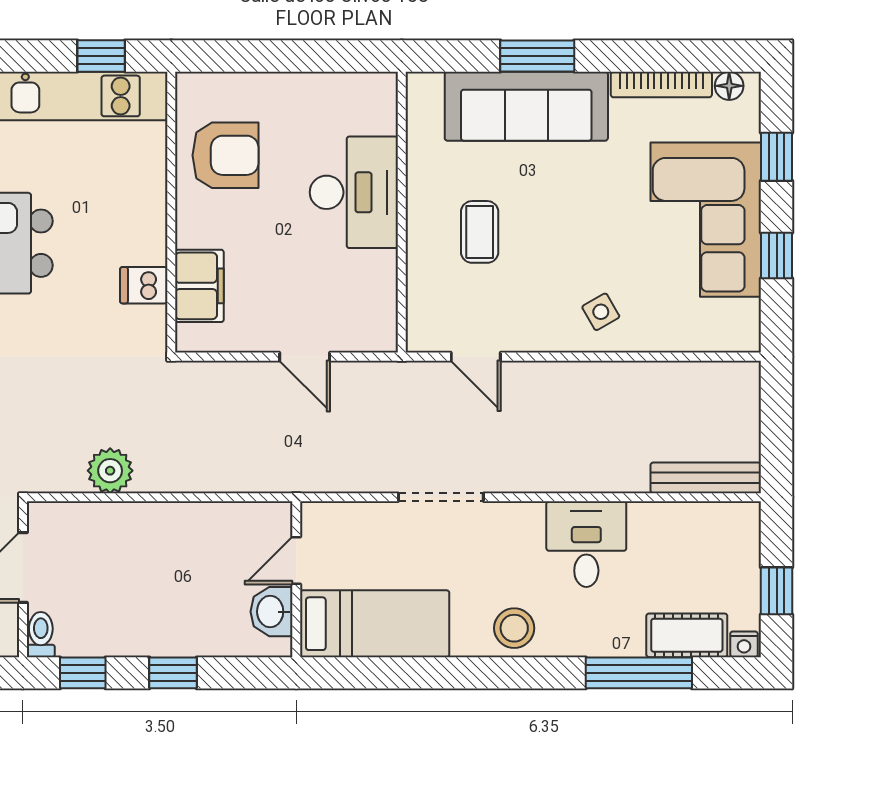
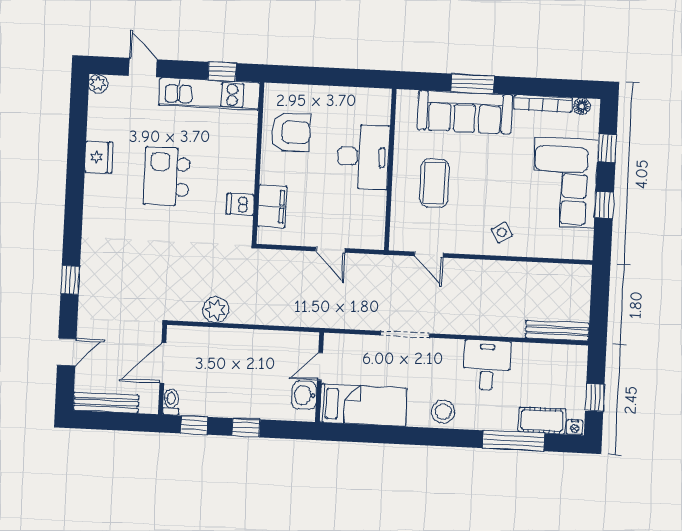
coffee table: (480, 232) -> (434, 183), width x1.36, depth x1.30

